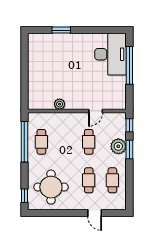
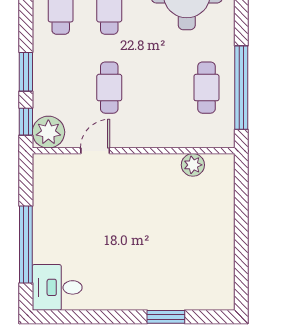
desk: (110, 54) -> (57, 287), width x0.53, depth x0.77
plant: (60, 104) -> (193, 165), moved
plant: (118, 146) -> (48, 132), moved

